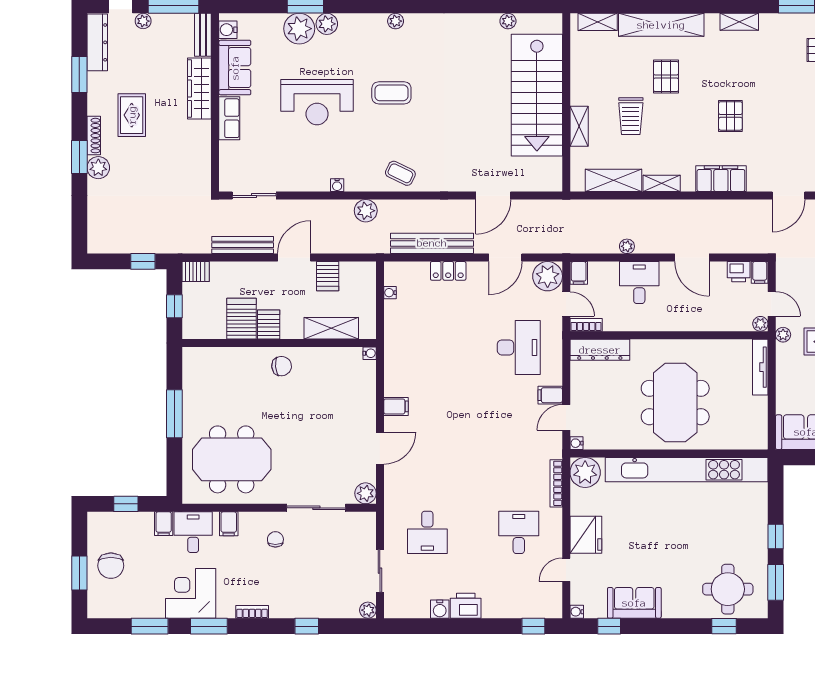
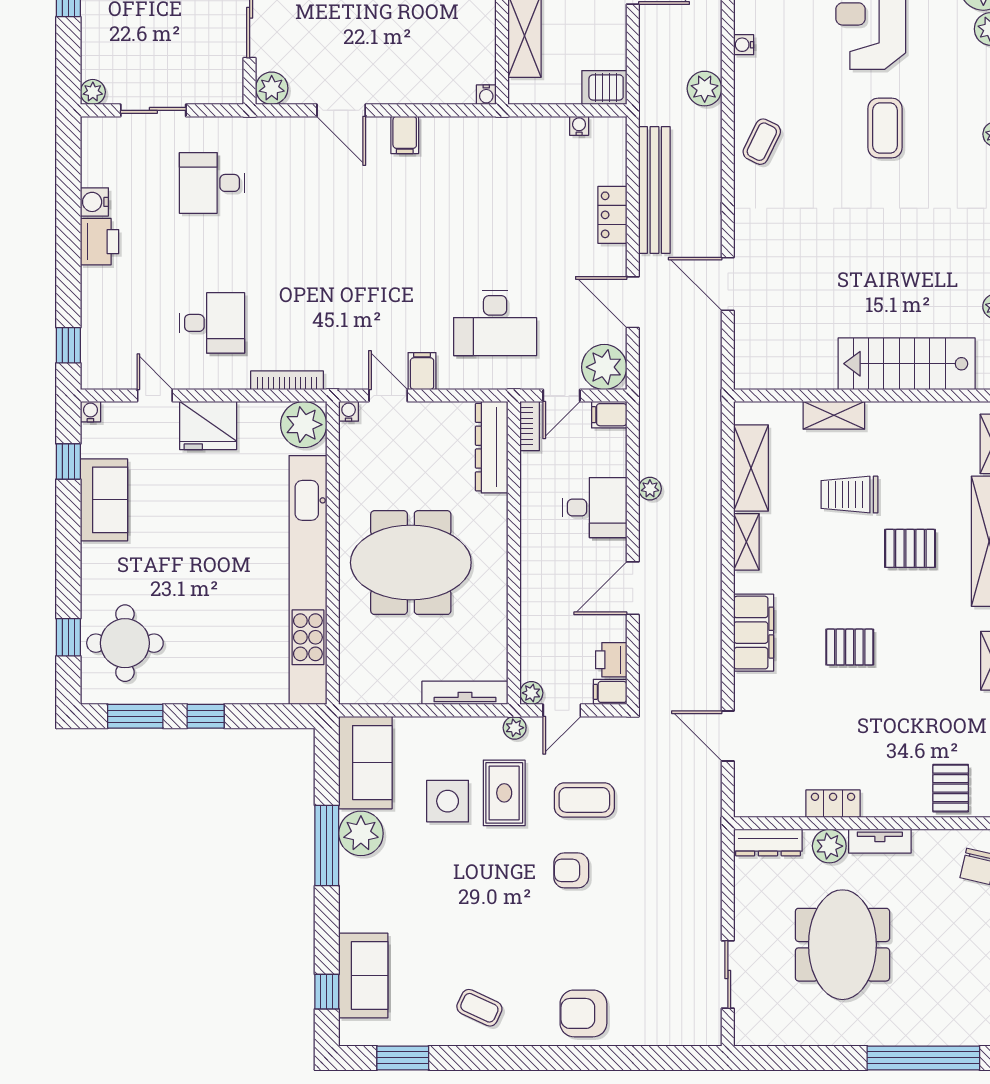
stairs: (537, 95) -> (907, 364), width x0.73, depth x0.66
server rack: (328, 276) -> (604, 87), moved

